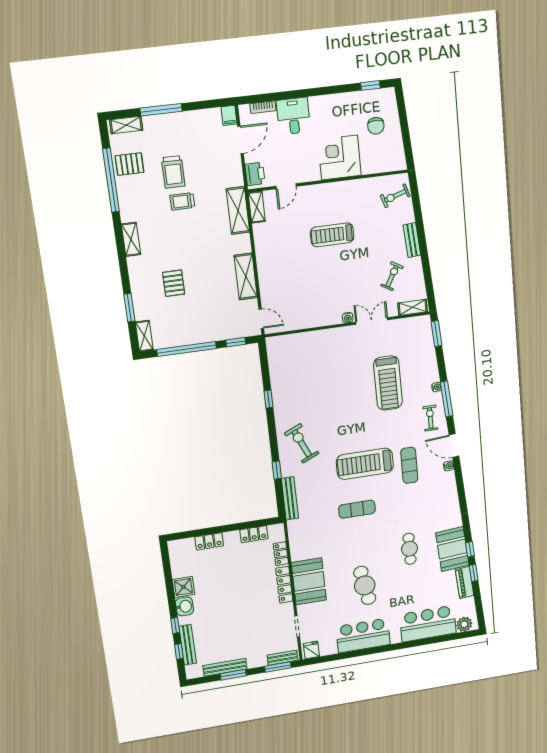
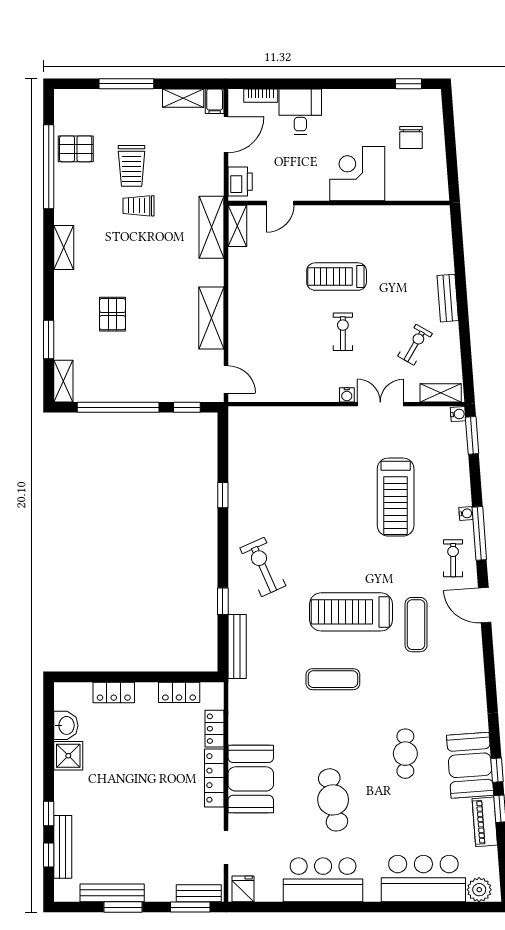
shelving: (126, 125) -> (183, 98), moved
exercise bike: (395, 196) -> (343, 332), moved, turned 108
water cooler: (449, 466) -> (458, 414), moved
washbasin: (184, 606) -> (66, 725), moved

